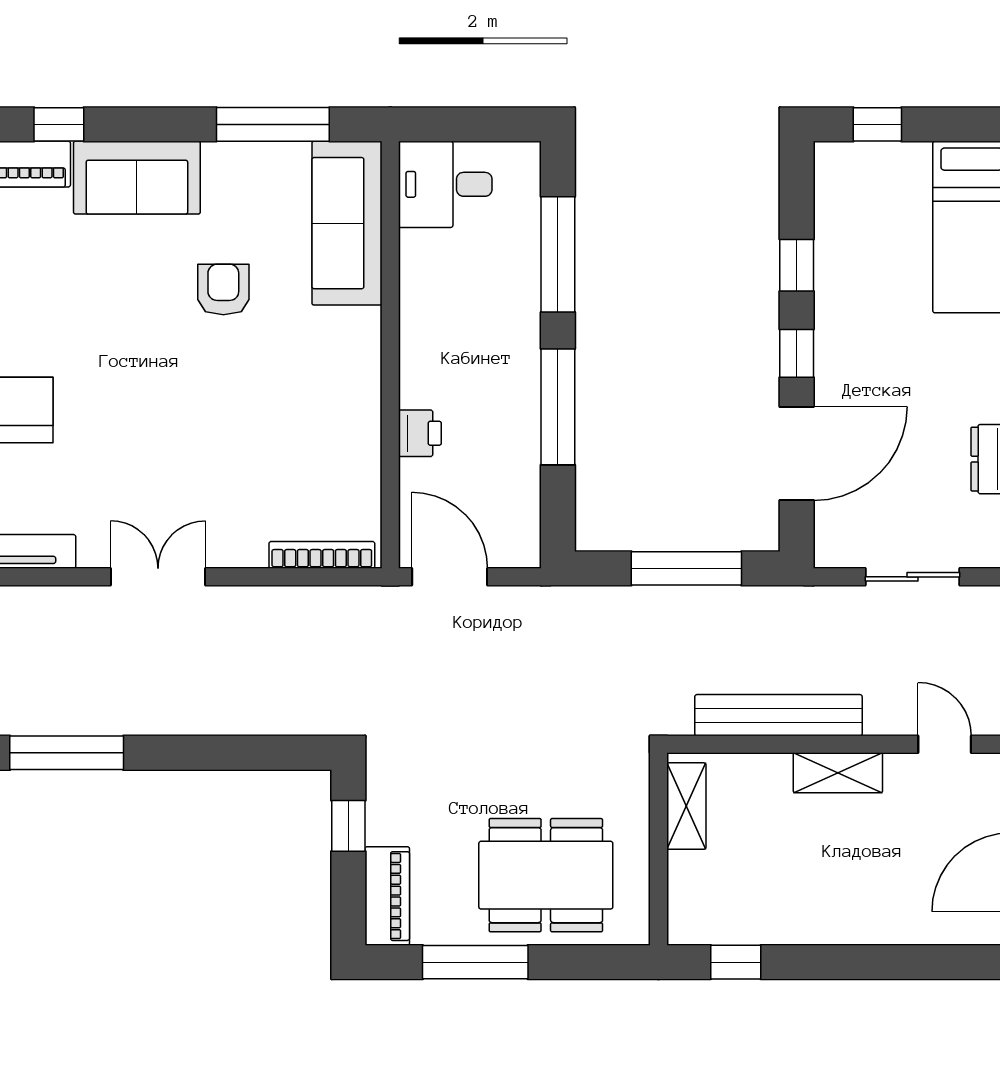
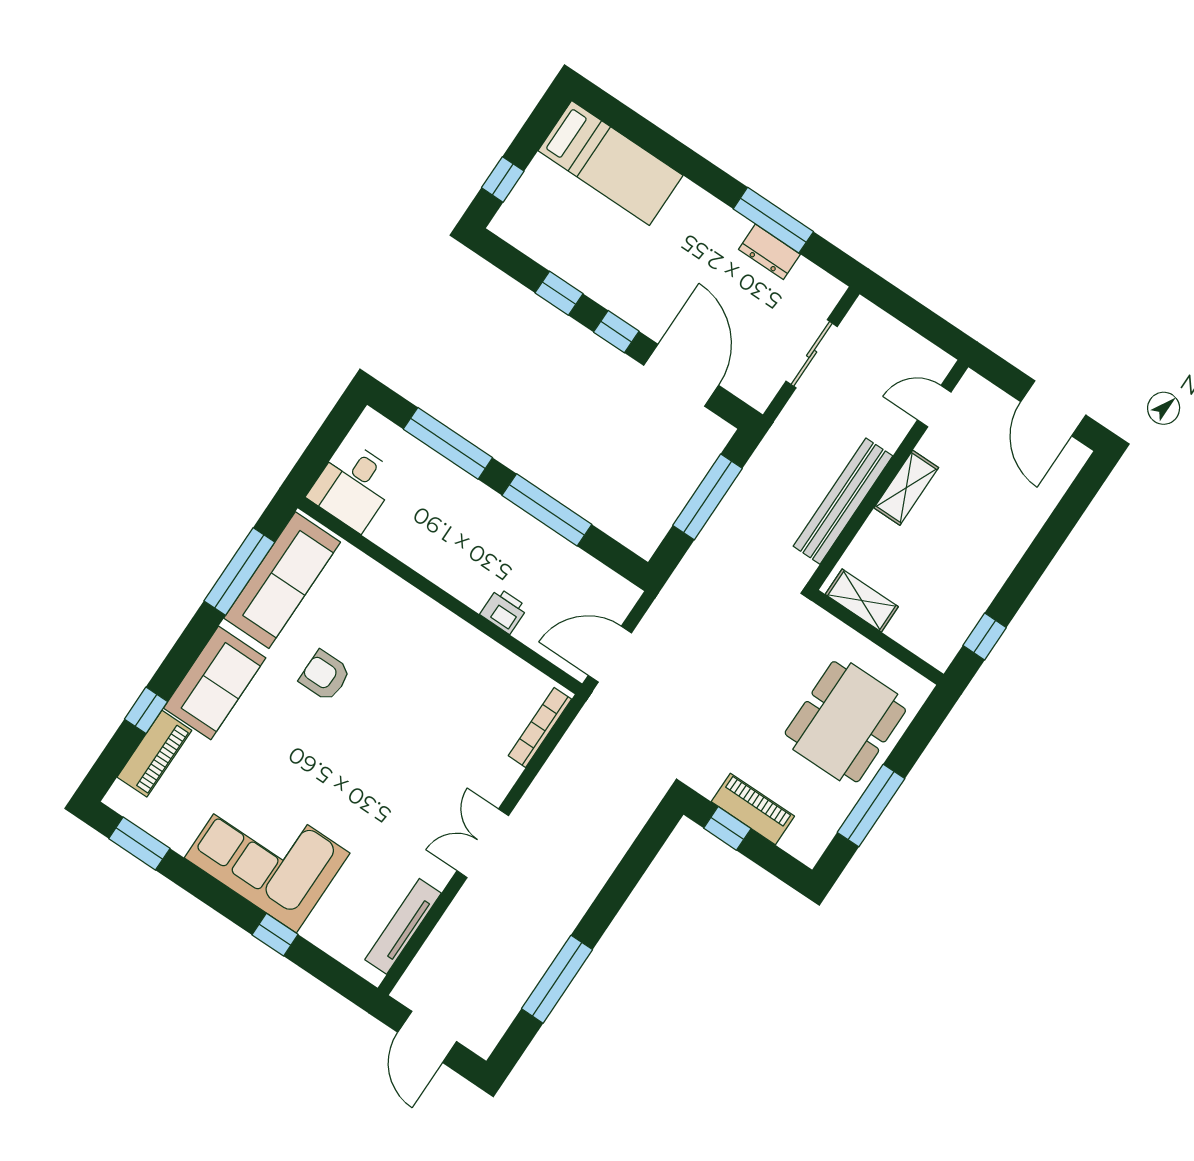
sofa: (347, 223) -> (282, 580), moved, turned -90
piano: (387, 896) -> (753, 809), moved

